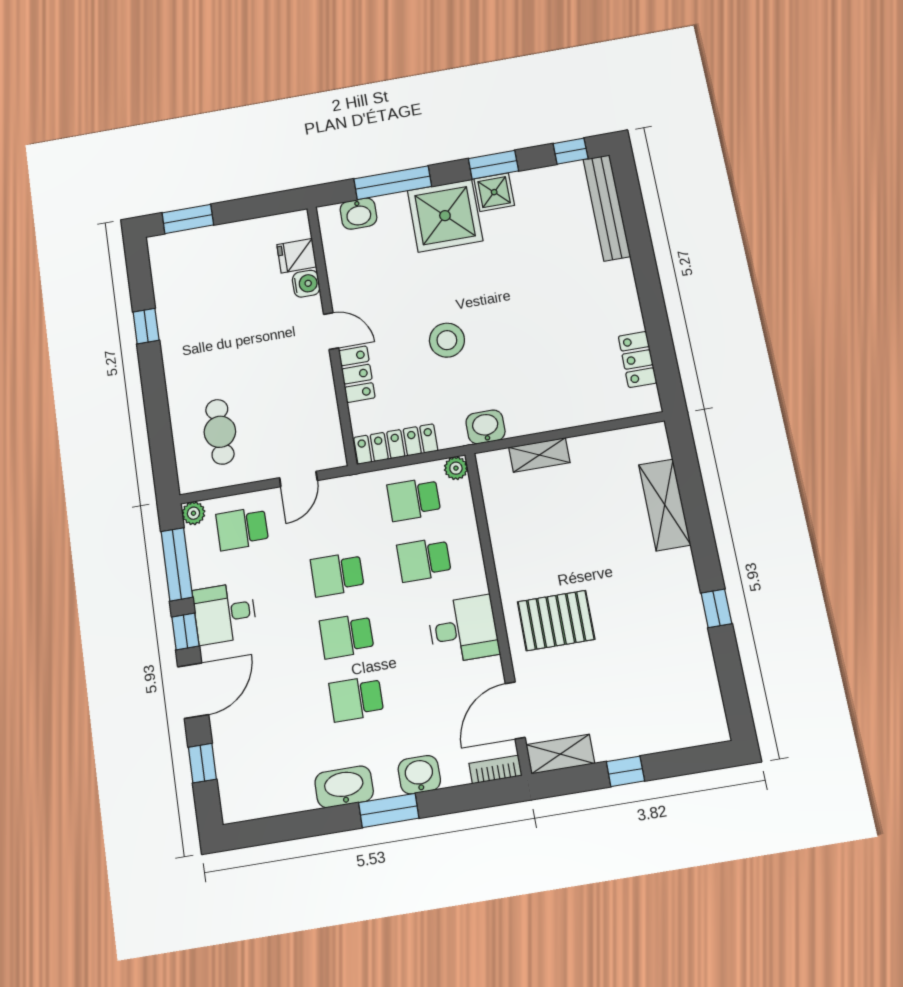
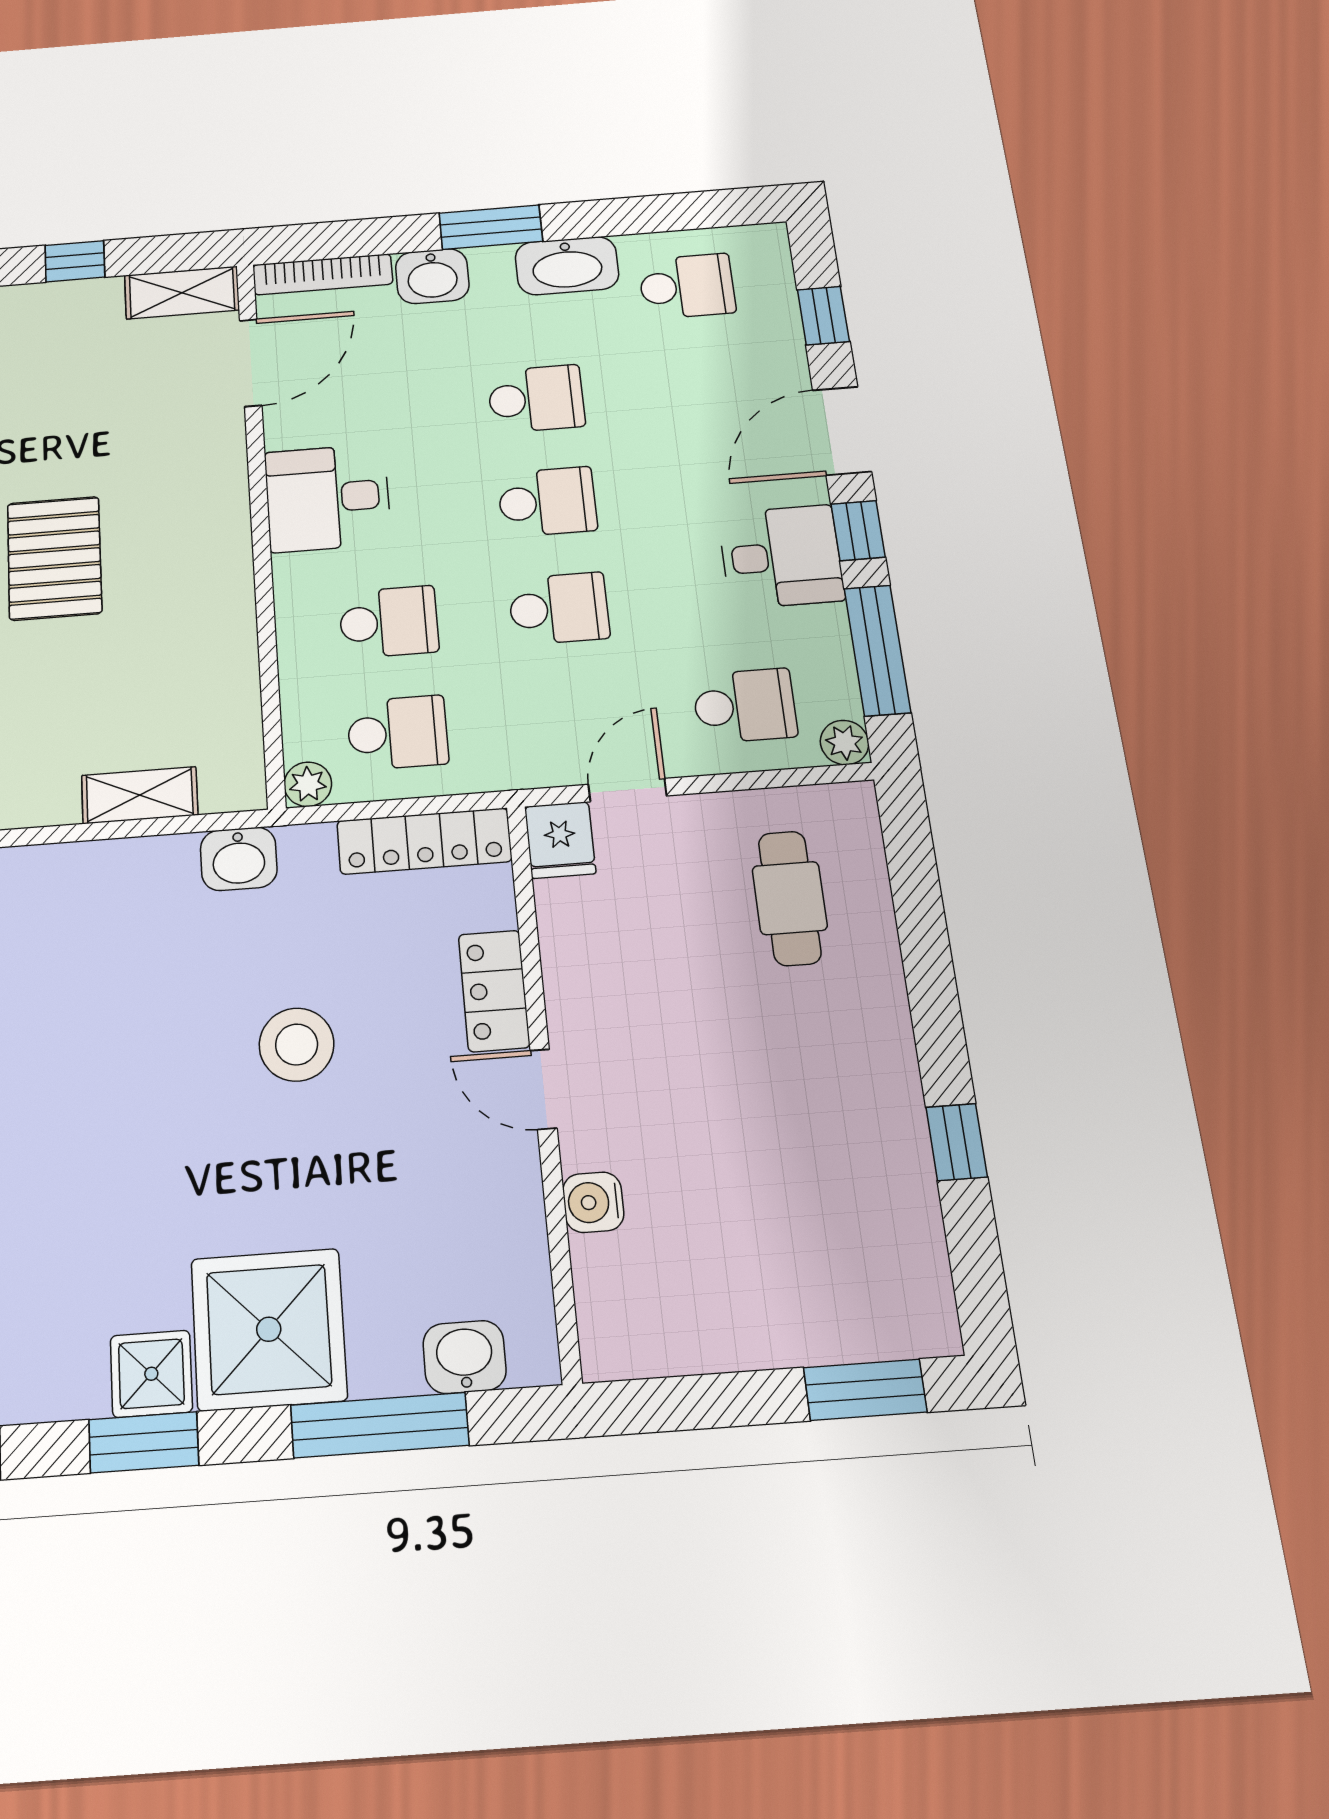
fridge: (297, 256) -> (560, 840), moved, turned 90
pallet: (556, 621) -> (54, 558), moved, turned 90
bookcase: (495, 769) -> (323, 274), width x1.56
school desk: (277, 777) -> (687, 286), added

